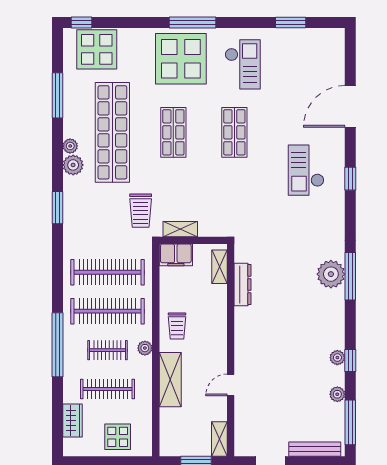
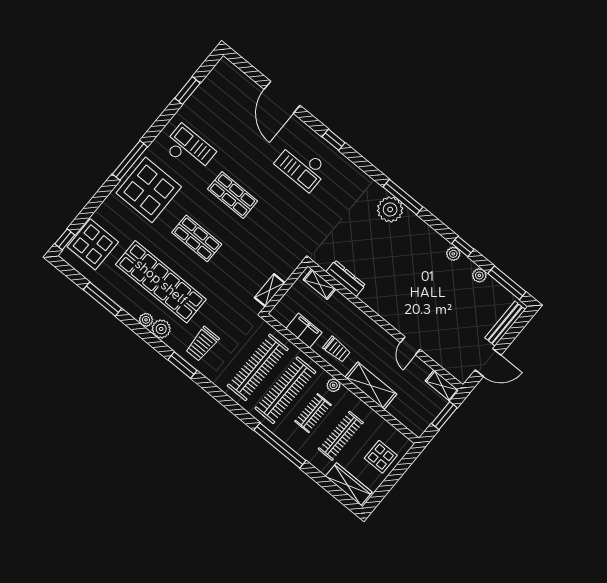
trolley: (141, 211) -> (202, 344), moved, turned 90
filing cabinet: (176, 255) -> (304, 330), moved, turned -90
wardrobe: (73, 421) -> (349, 484), width x1.50

